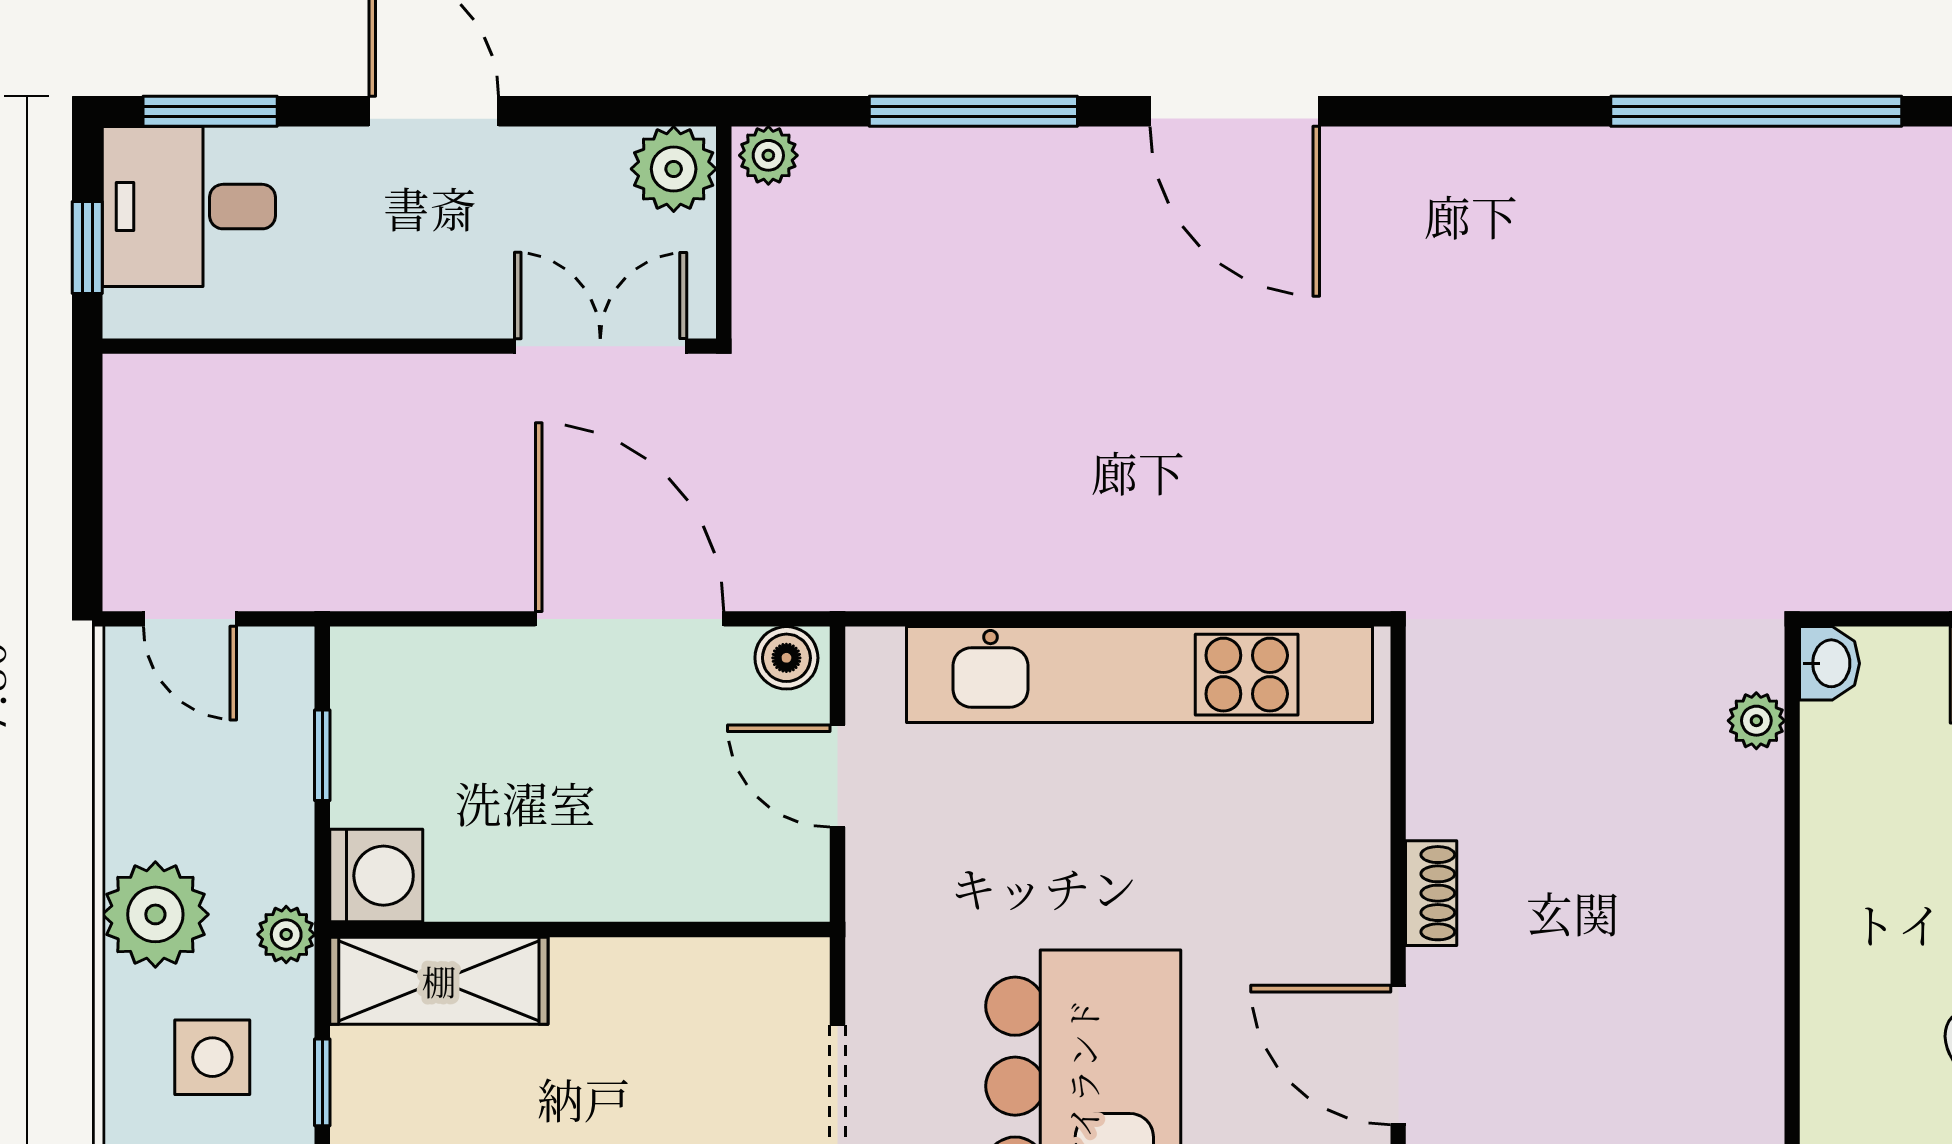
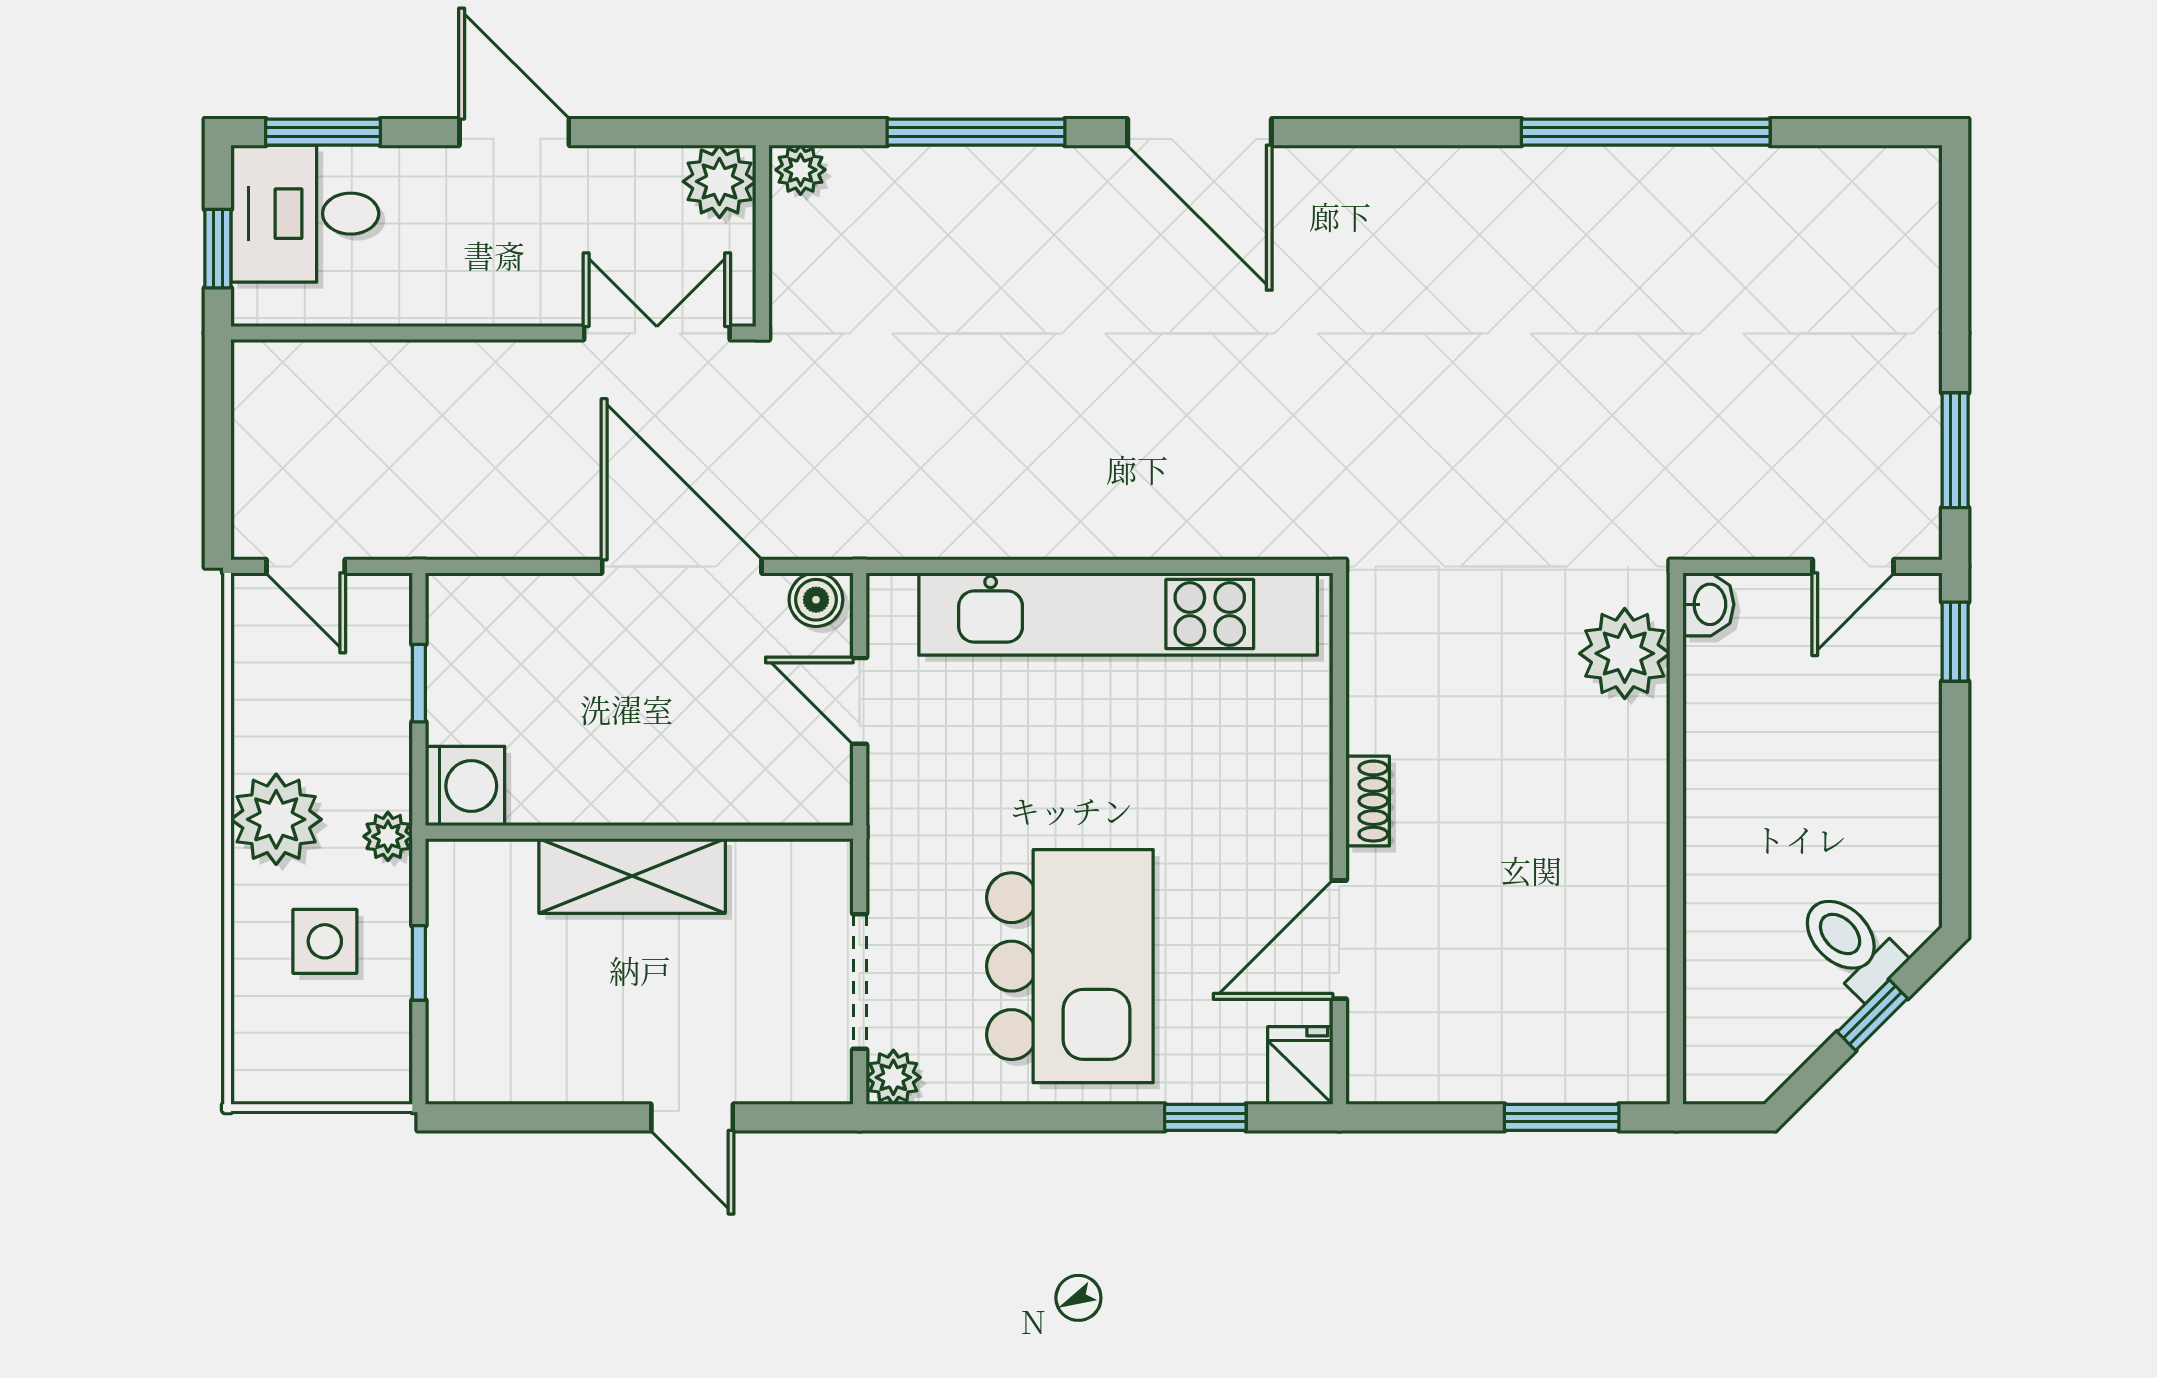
plant: (1756, 721) -> (1625, 653), width x1.88, depth x1.88
shelving: (439, 981) -> (632, 876), moved
door: (1398, 1055) -> (1339, 940), hinge flipped

